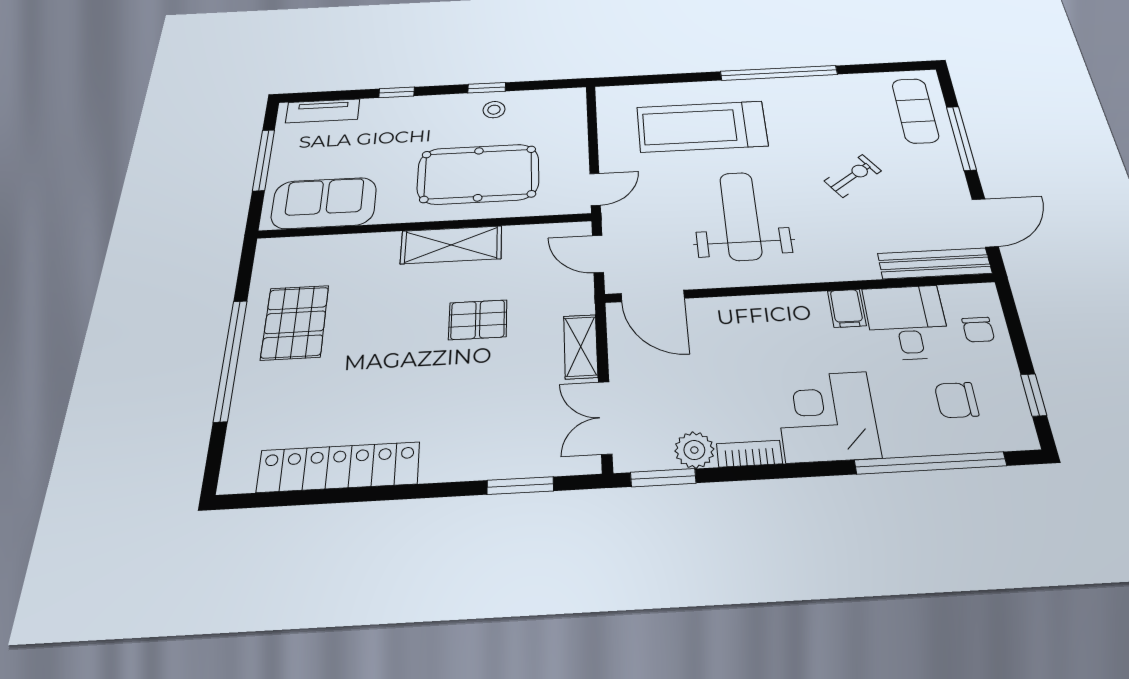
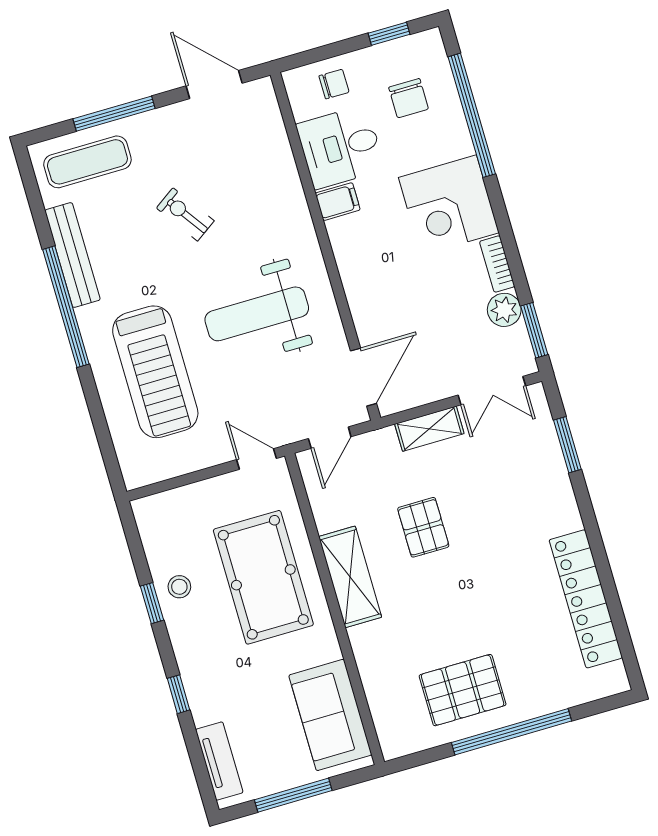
bench: (935, 263) -> (72, 255), moved

